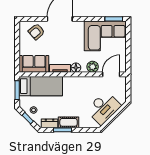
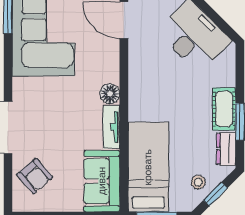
plant: (93, 67) -> (108, 59), removed

